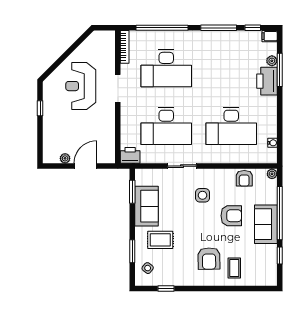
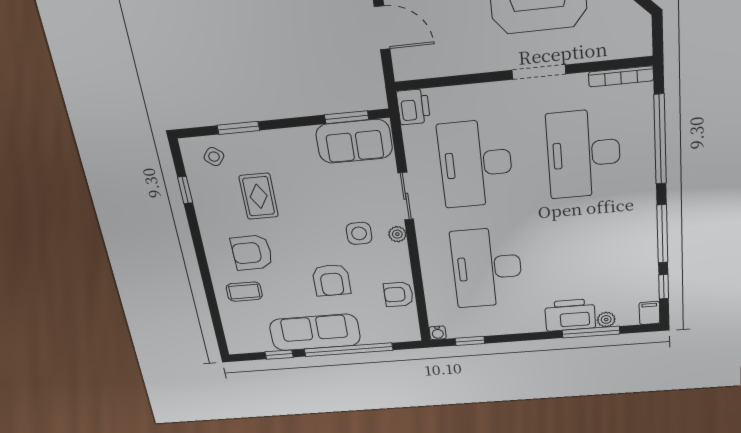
window: (280, 140) -> (470, 341), added
water cooler: (272, 143) -> (438, 333), moved
plant: (272, 174) -> (397, 234), moved
sofa: (146, 206) -> (354, 141), moved
sofa: (266, 224) -> (315, 332), width x1.36
rug: (160, 240) -> (259, 196), moved

